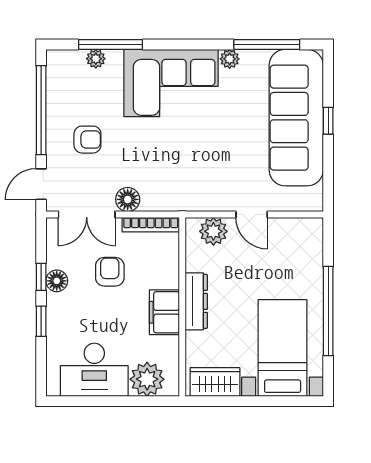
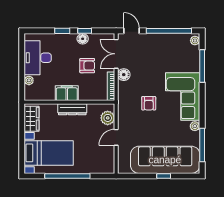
plant: (96, 59) -> (195, 41), moved
armchair: (87, 140) -> (149, 103), moved
plant: (147, 379) -> (29, 80), width x0.53, depth x0.53

